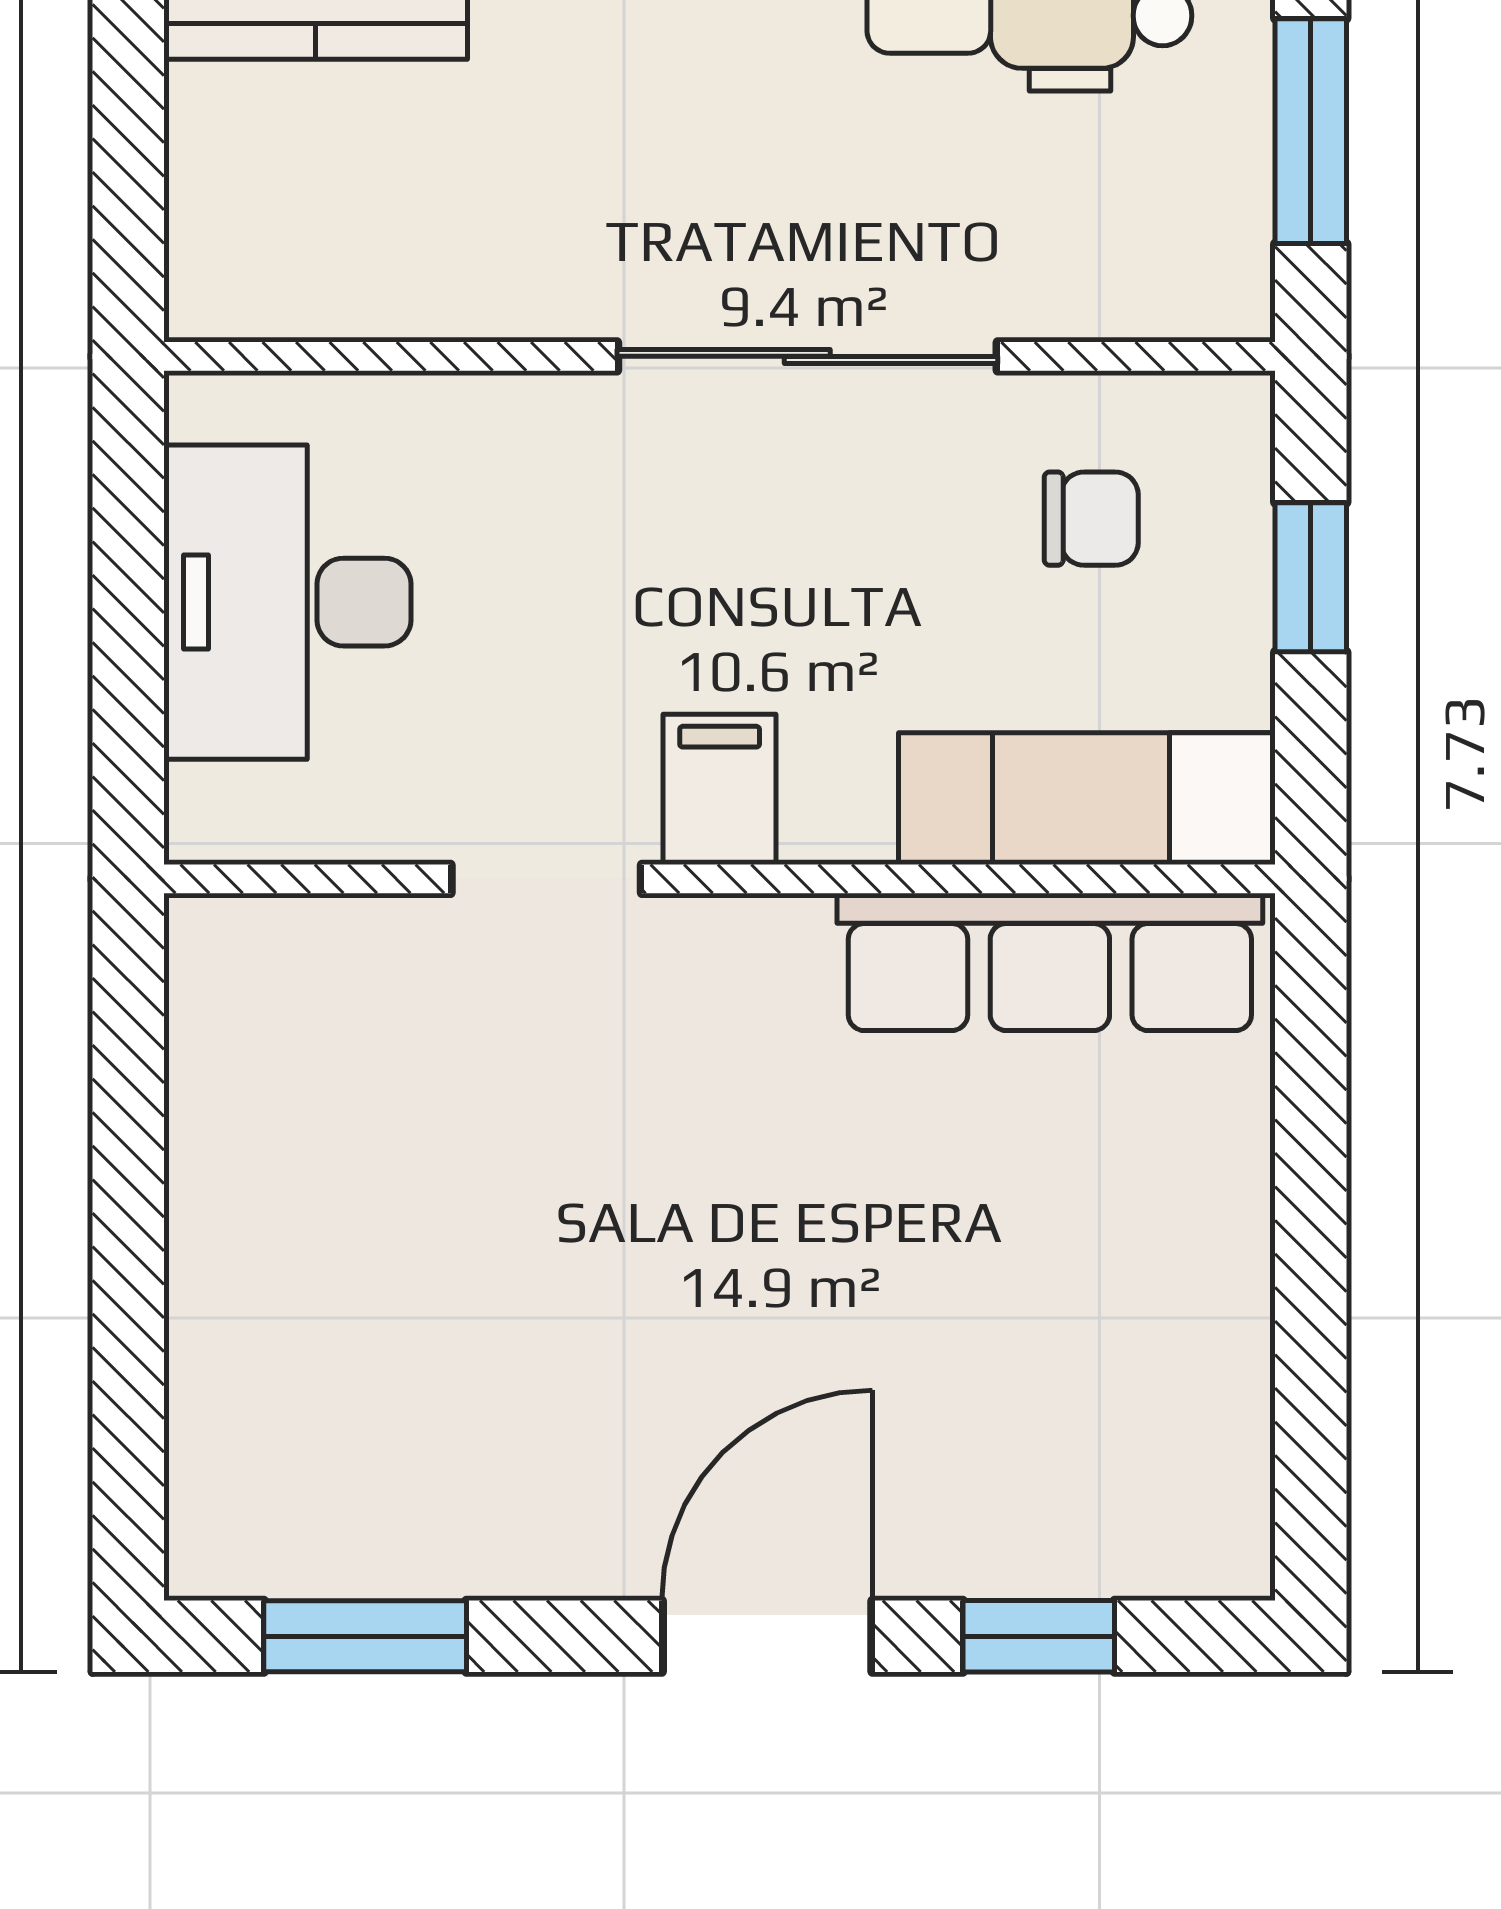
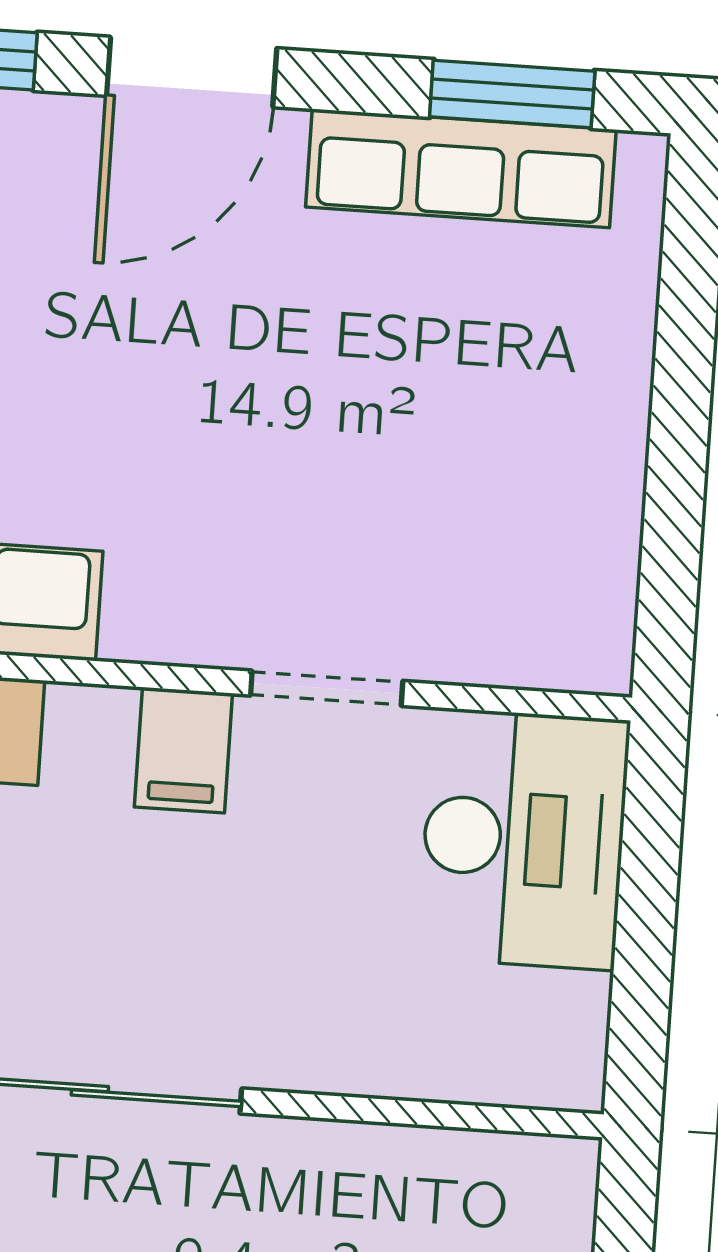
desk: (287, 602) -> (524, 839), moved
row of seats: (423, 1539) -> (461, 168), added

